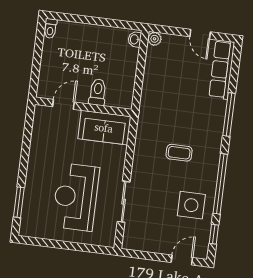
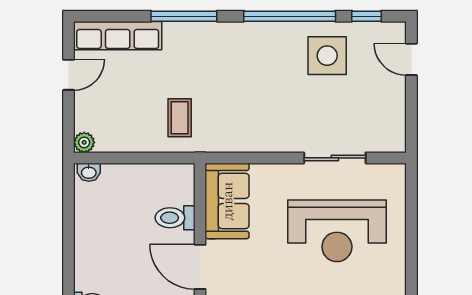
door: (63, 104) -> (200, 267), width x1.38
coffee table: (179, 153) -> (180, 118), moved

